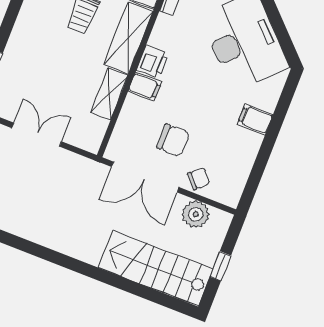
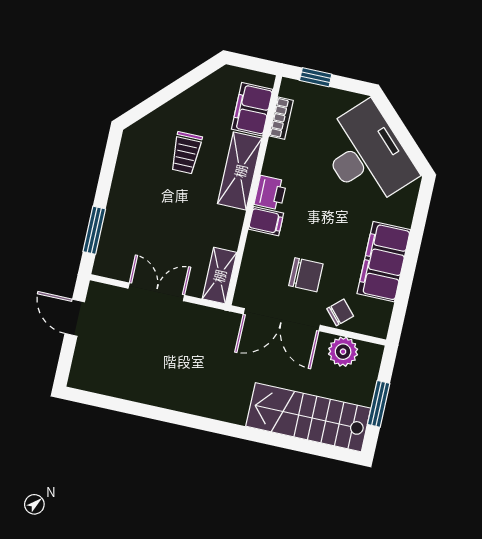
shelving: (109, 94) -> (219, 276), moved
filing cabinet: (255, 119) -> (384, 262), width x3.00, depth x1.17
window: (220, 266) -> (379, 404), width x1.50

